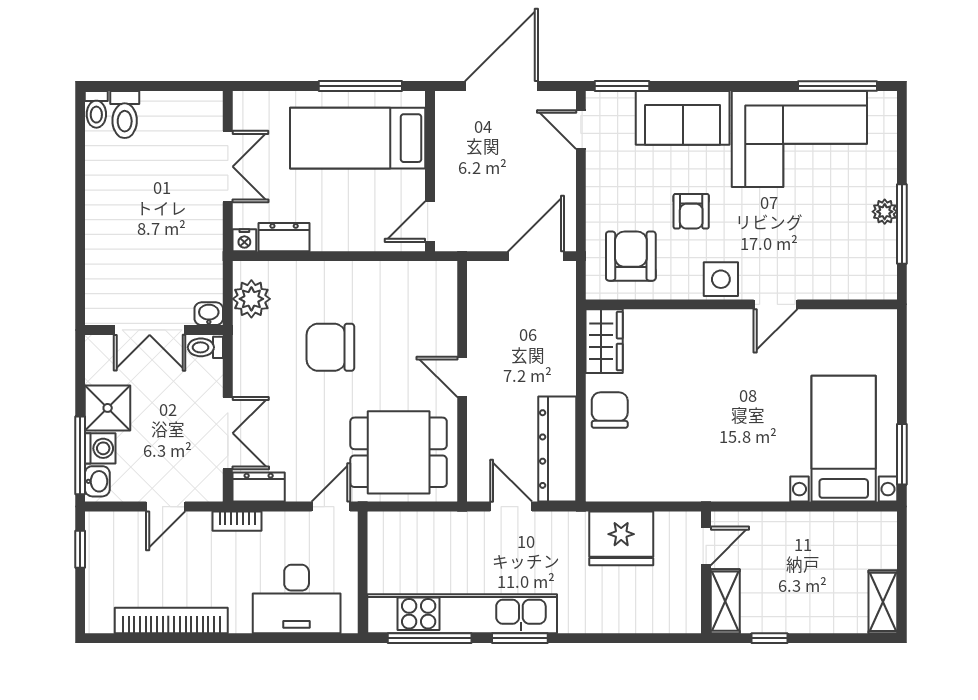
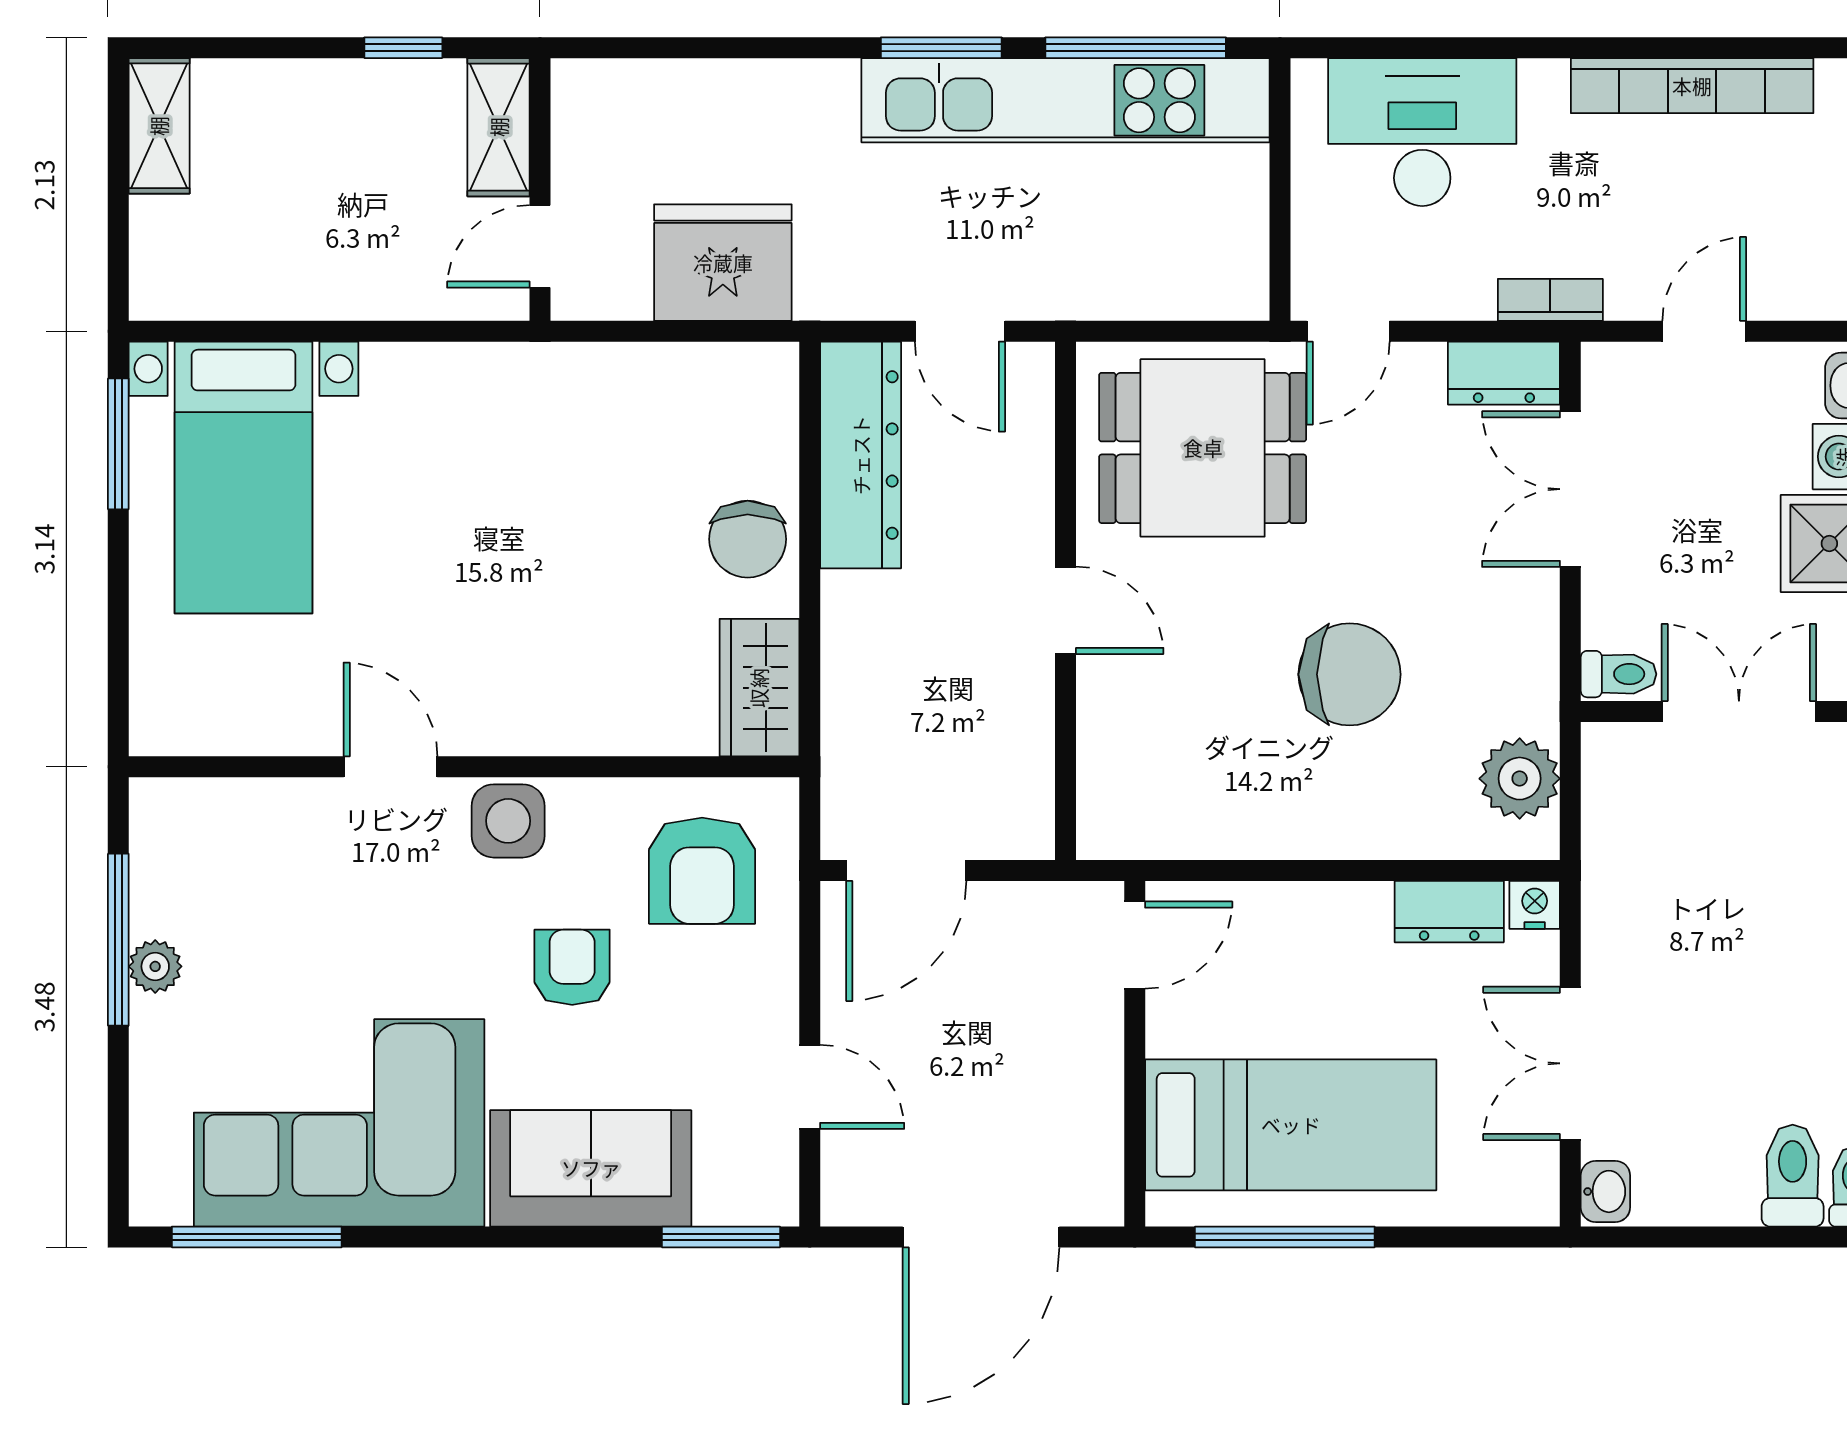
door: (581, 130) -> (810, 1087), moved
door: (775, 304) -> (390, 767), hinge flipped
washbasin: (209, 314) -> (1605, 1191), moved, turned -90

